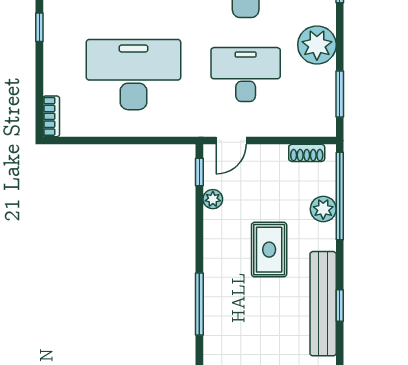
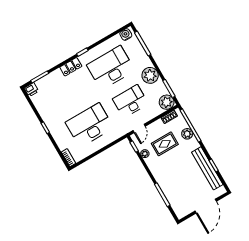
plant: (319, 120) -> (167, 102), added
rug: (269, 250) -> (165, 144), moved, turned 90

